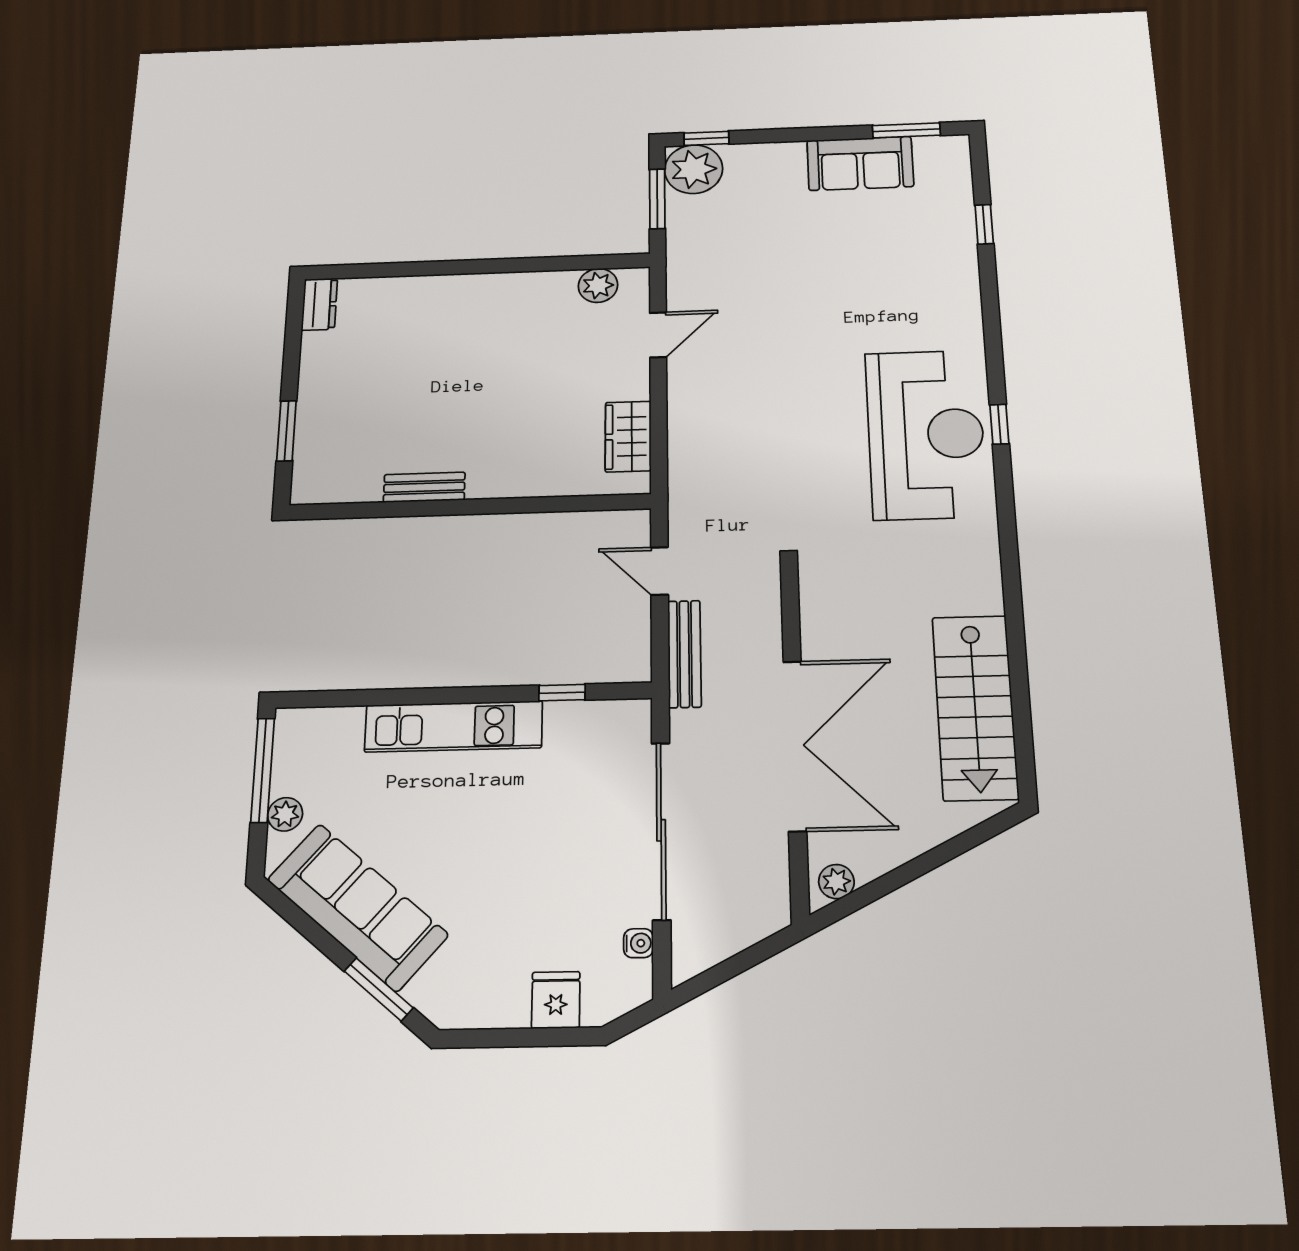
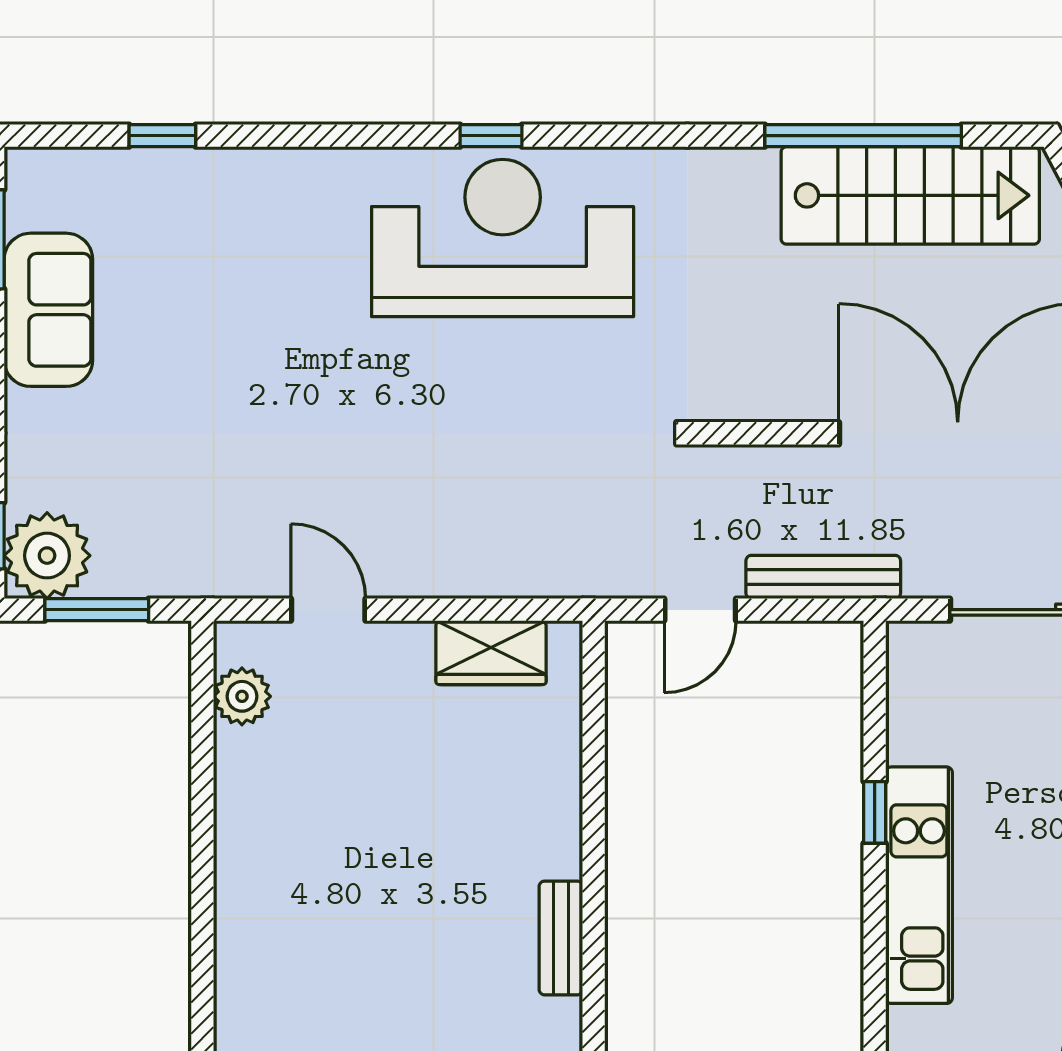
window: (1018, 673) -> (863, 136), added
window: (562, 693) -> (875, 812), moved

